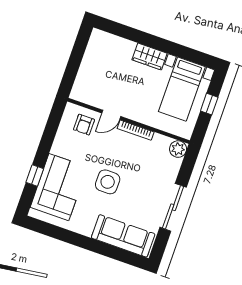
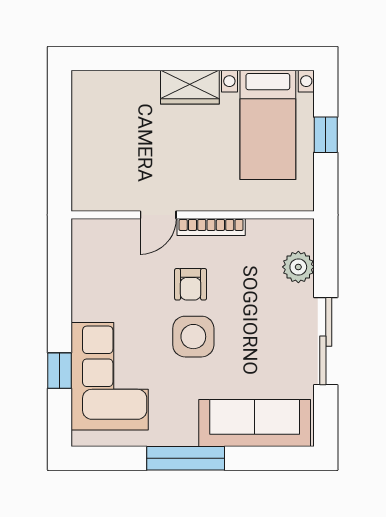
armchair: (84, 125) -> (191, 284), moved
plant: (178, 149) -> (298, 267), moved
window: (82, 241) -> (186, 458), added

